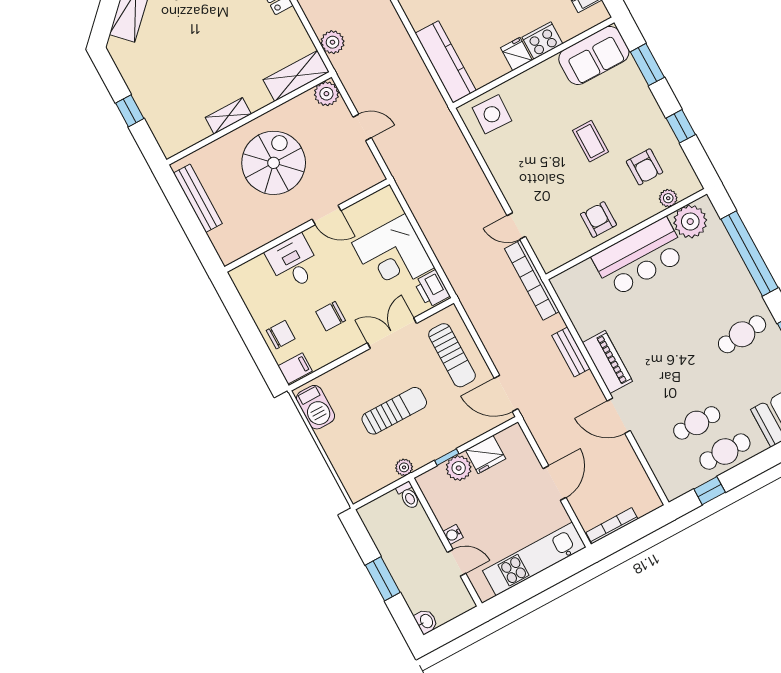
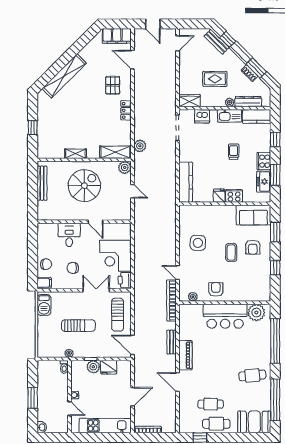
side table: (492, 114) -> (198, 243), moved
armchair: (645, 167) -> (253, 247), moved
plant: (668, 198) -> (193, 297), moved

